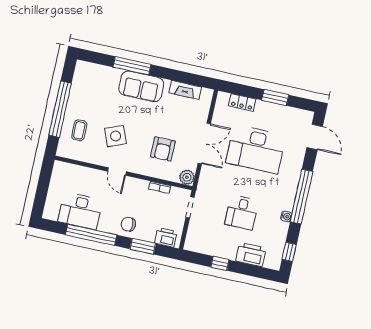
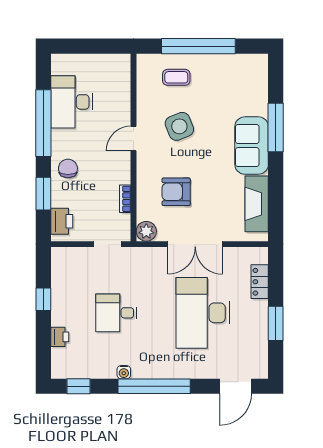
fireplace: (185, 90) -> (257, 204), width x1.37, depth x1.32
printer: (251, 255) -> (60, 337), width x0.53, depth x0.68

